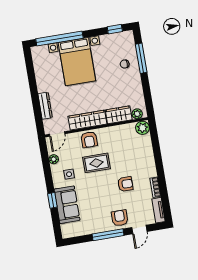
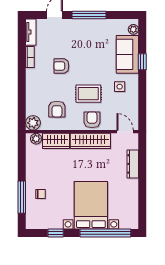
window: (115, 29) -> (56, 233), moved
door: (57, 134) -> (125, 132), hinge flipped
plant: (54, 159) -> (133, 29), moved
armchair: (120, 218) -> (57, 109), moved

